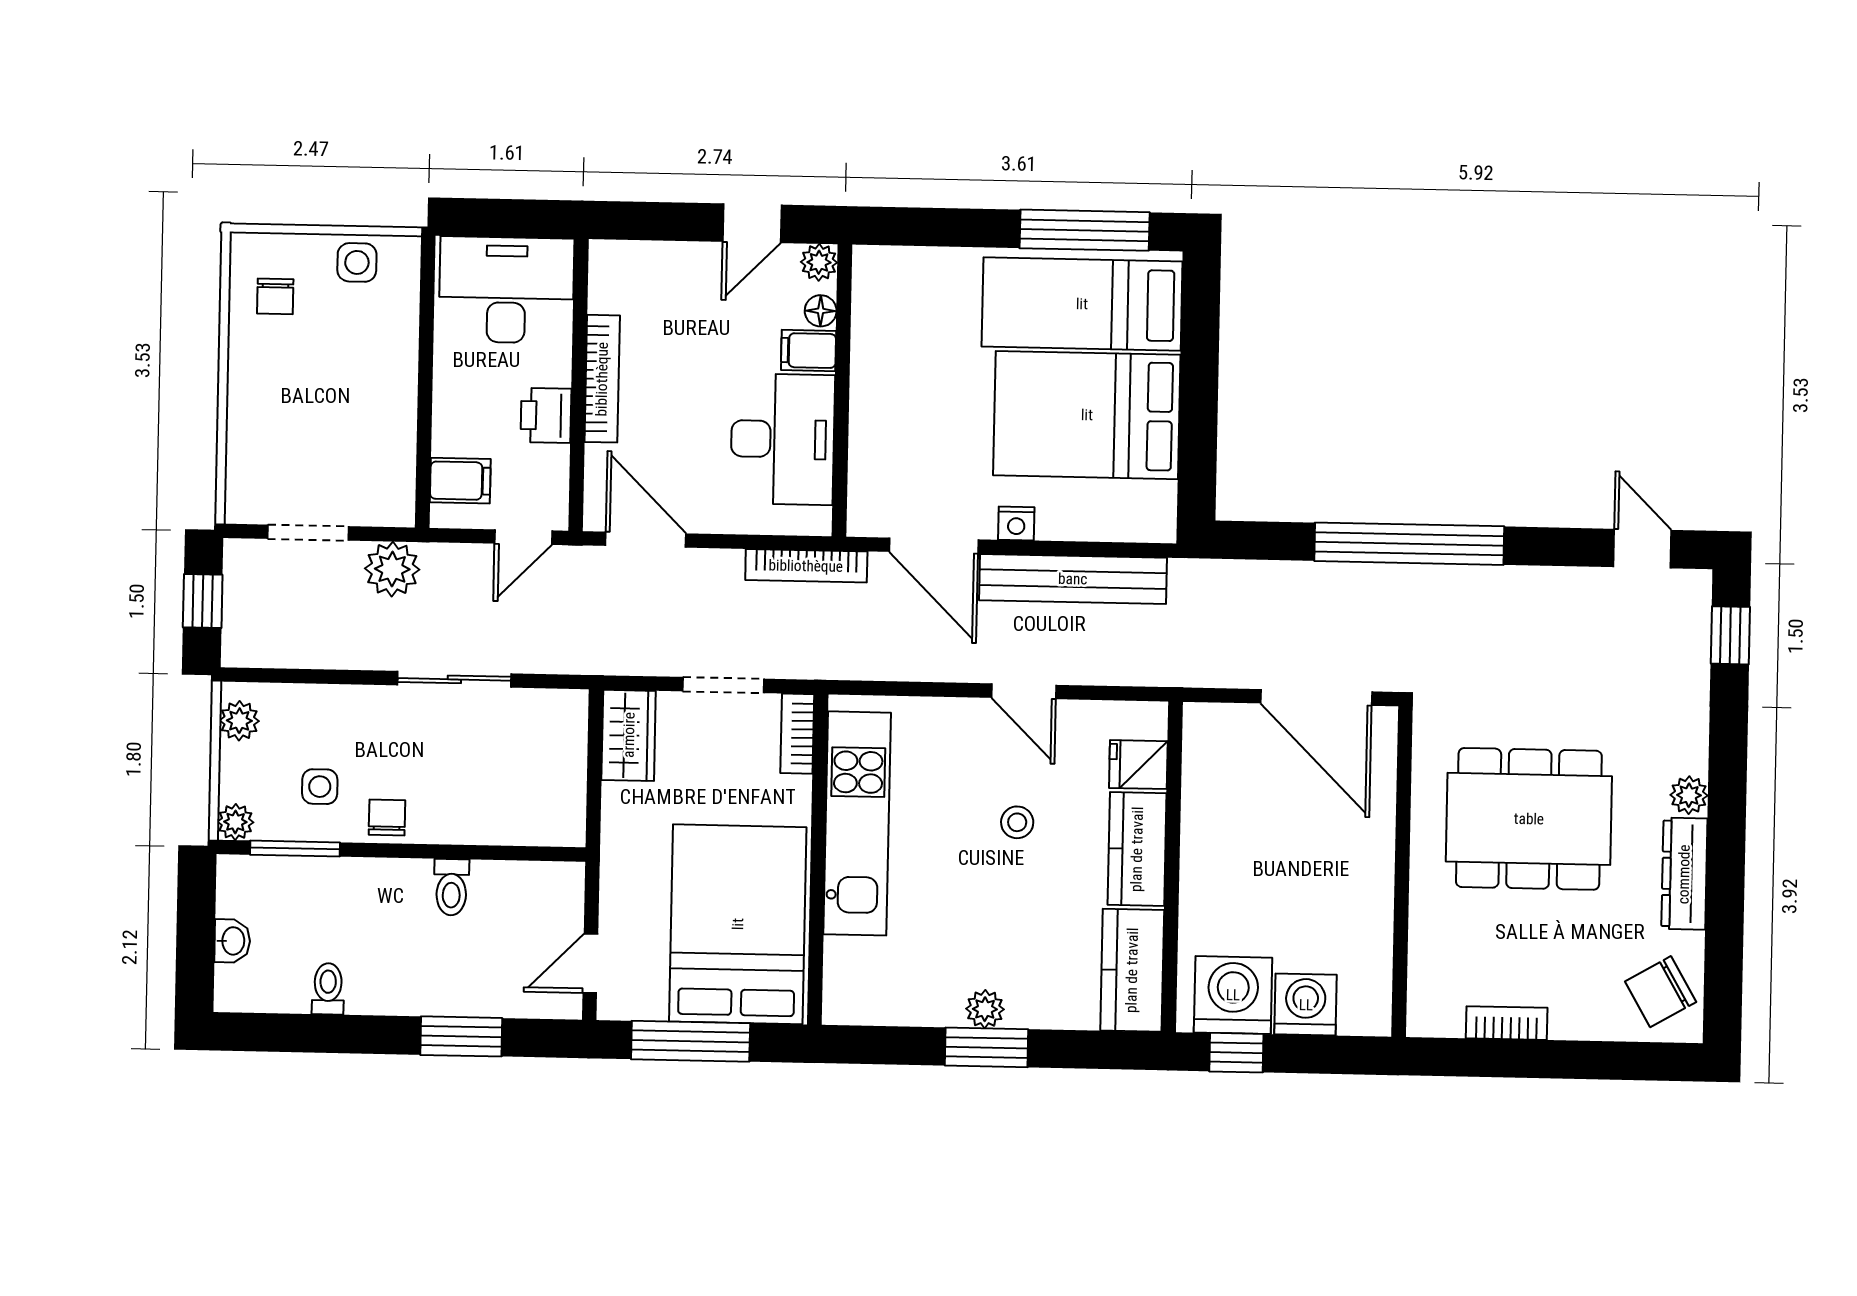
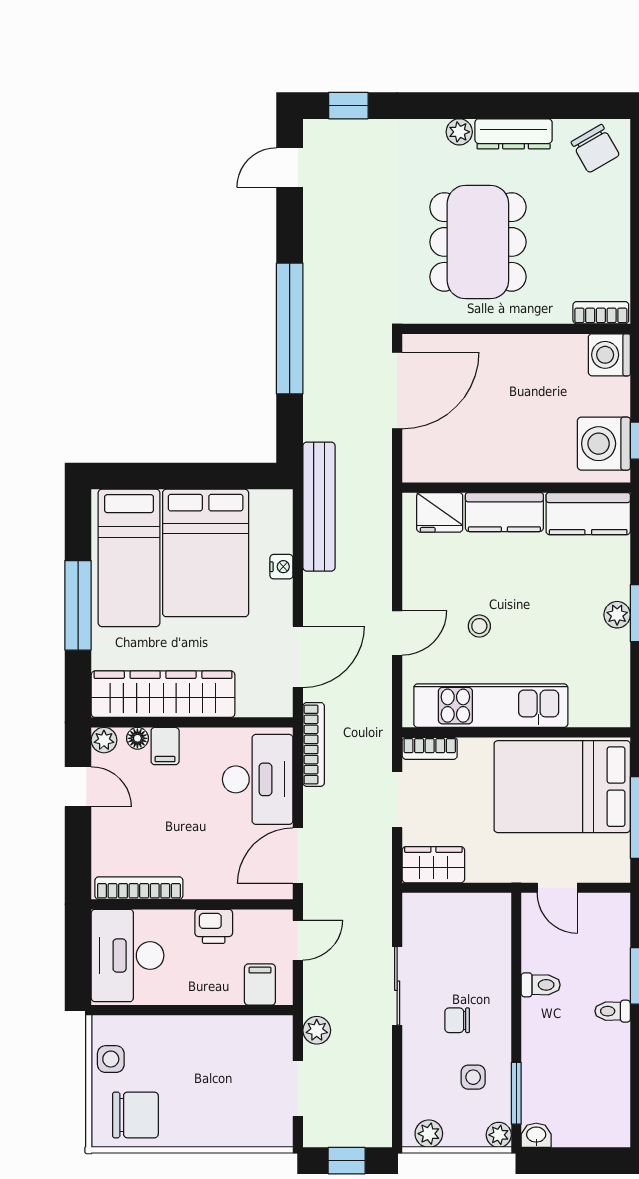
window: (1085, 230) -> (78, 605), moved
chair: (275, 296) -> (135, 1115), width x1.87, depth x1.87
wardrobe: (884, 349) -> (163, 694), added
bookcase: (602, 379) -> (139, 888), moved
desk: (783, 439) -> (258, 779), moved, turned 90
nightstand: (1016, 523) -> (281, 567), moved
door: (523, 537) -> (298, 940), hinge flipped
plant: (392, 569) -> (317, 1030), width x0.73, depth x0.73
bench: (1073, 579) -> (319, 507), moved
door: (1024, 691) -> (397, 633), moved
fridge: (1138, 765) -> (440, 512), width x1.38
chair: (387, 817) -> (457, 1020), moved
stool: (1017, 822) -> (479, 626), moved
washbasin: (232, 941) -> (536, 1135), moved
door: (590, 963) -> (557, 888), moved
toilet: (328, 989) -> (613, 1011), moved
washing machine: (1306, 1005) -> (609, 355), moved
bookcase: (1507, 1023) -> (601, 313), moved, turned 90

